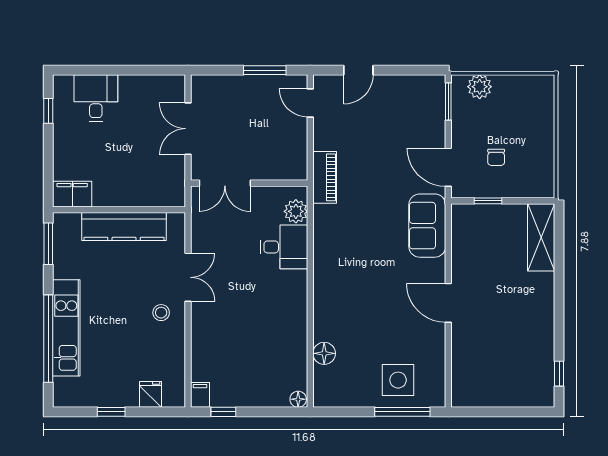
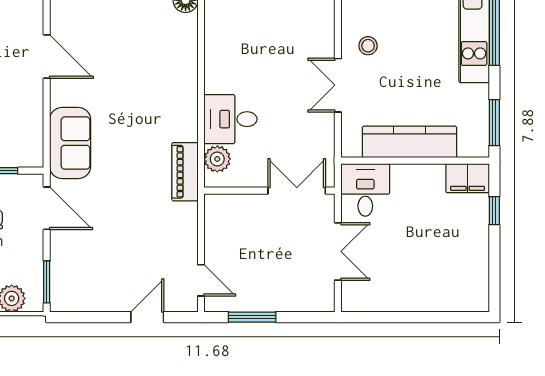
desk: (96, 98) -> (365, 190), moved, turned 180
window: (48, 111) -> (494, 211), moved
piano: (325, 177) -> (185, 172), moved

